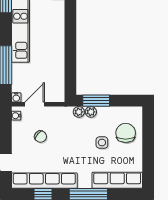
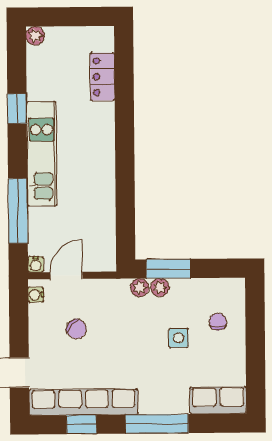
chair: (126, 133) -> (218, 322), width x0.54, depth x0.54
row of seats: (117, 180) -> (218, 400), width x0.68

